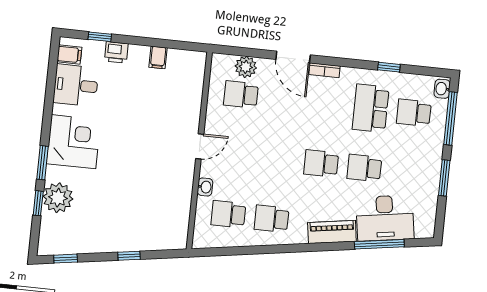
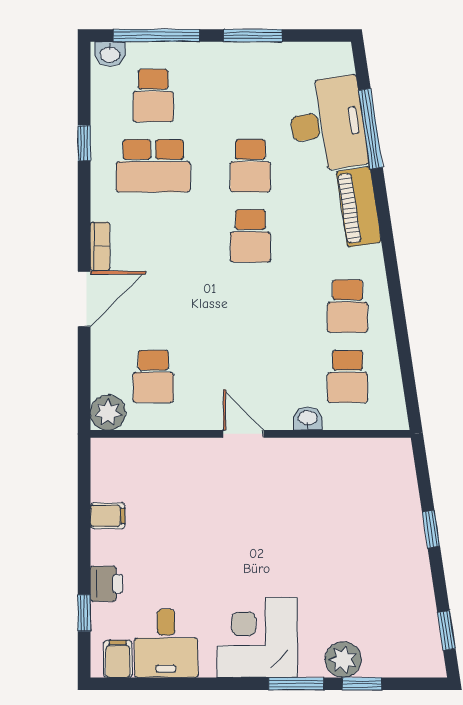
plant: (246, 67) -> (108, 413), moved
plant: (58, 198) -> (343, 660), width x0.73, depth x0.73

